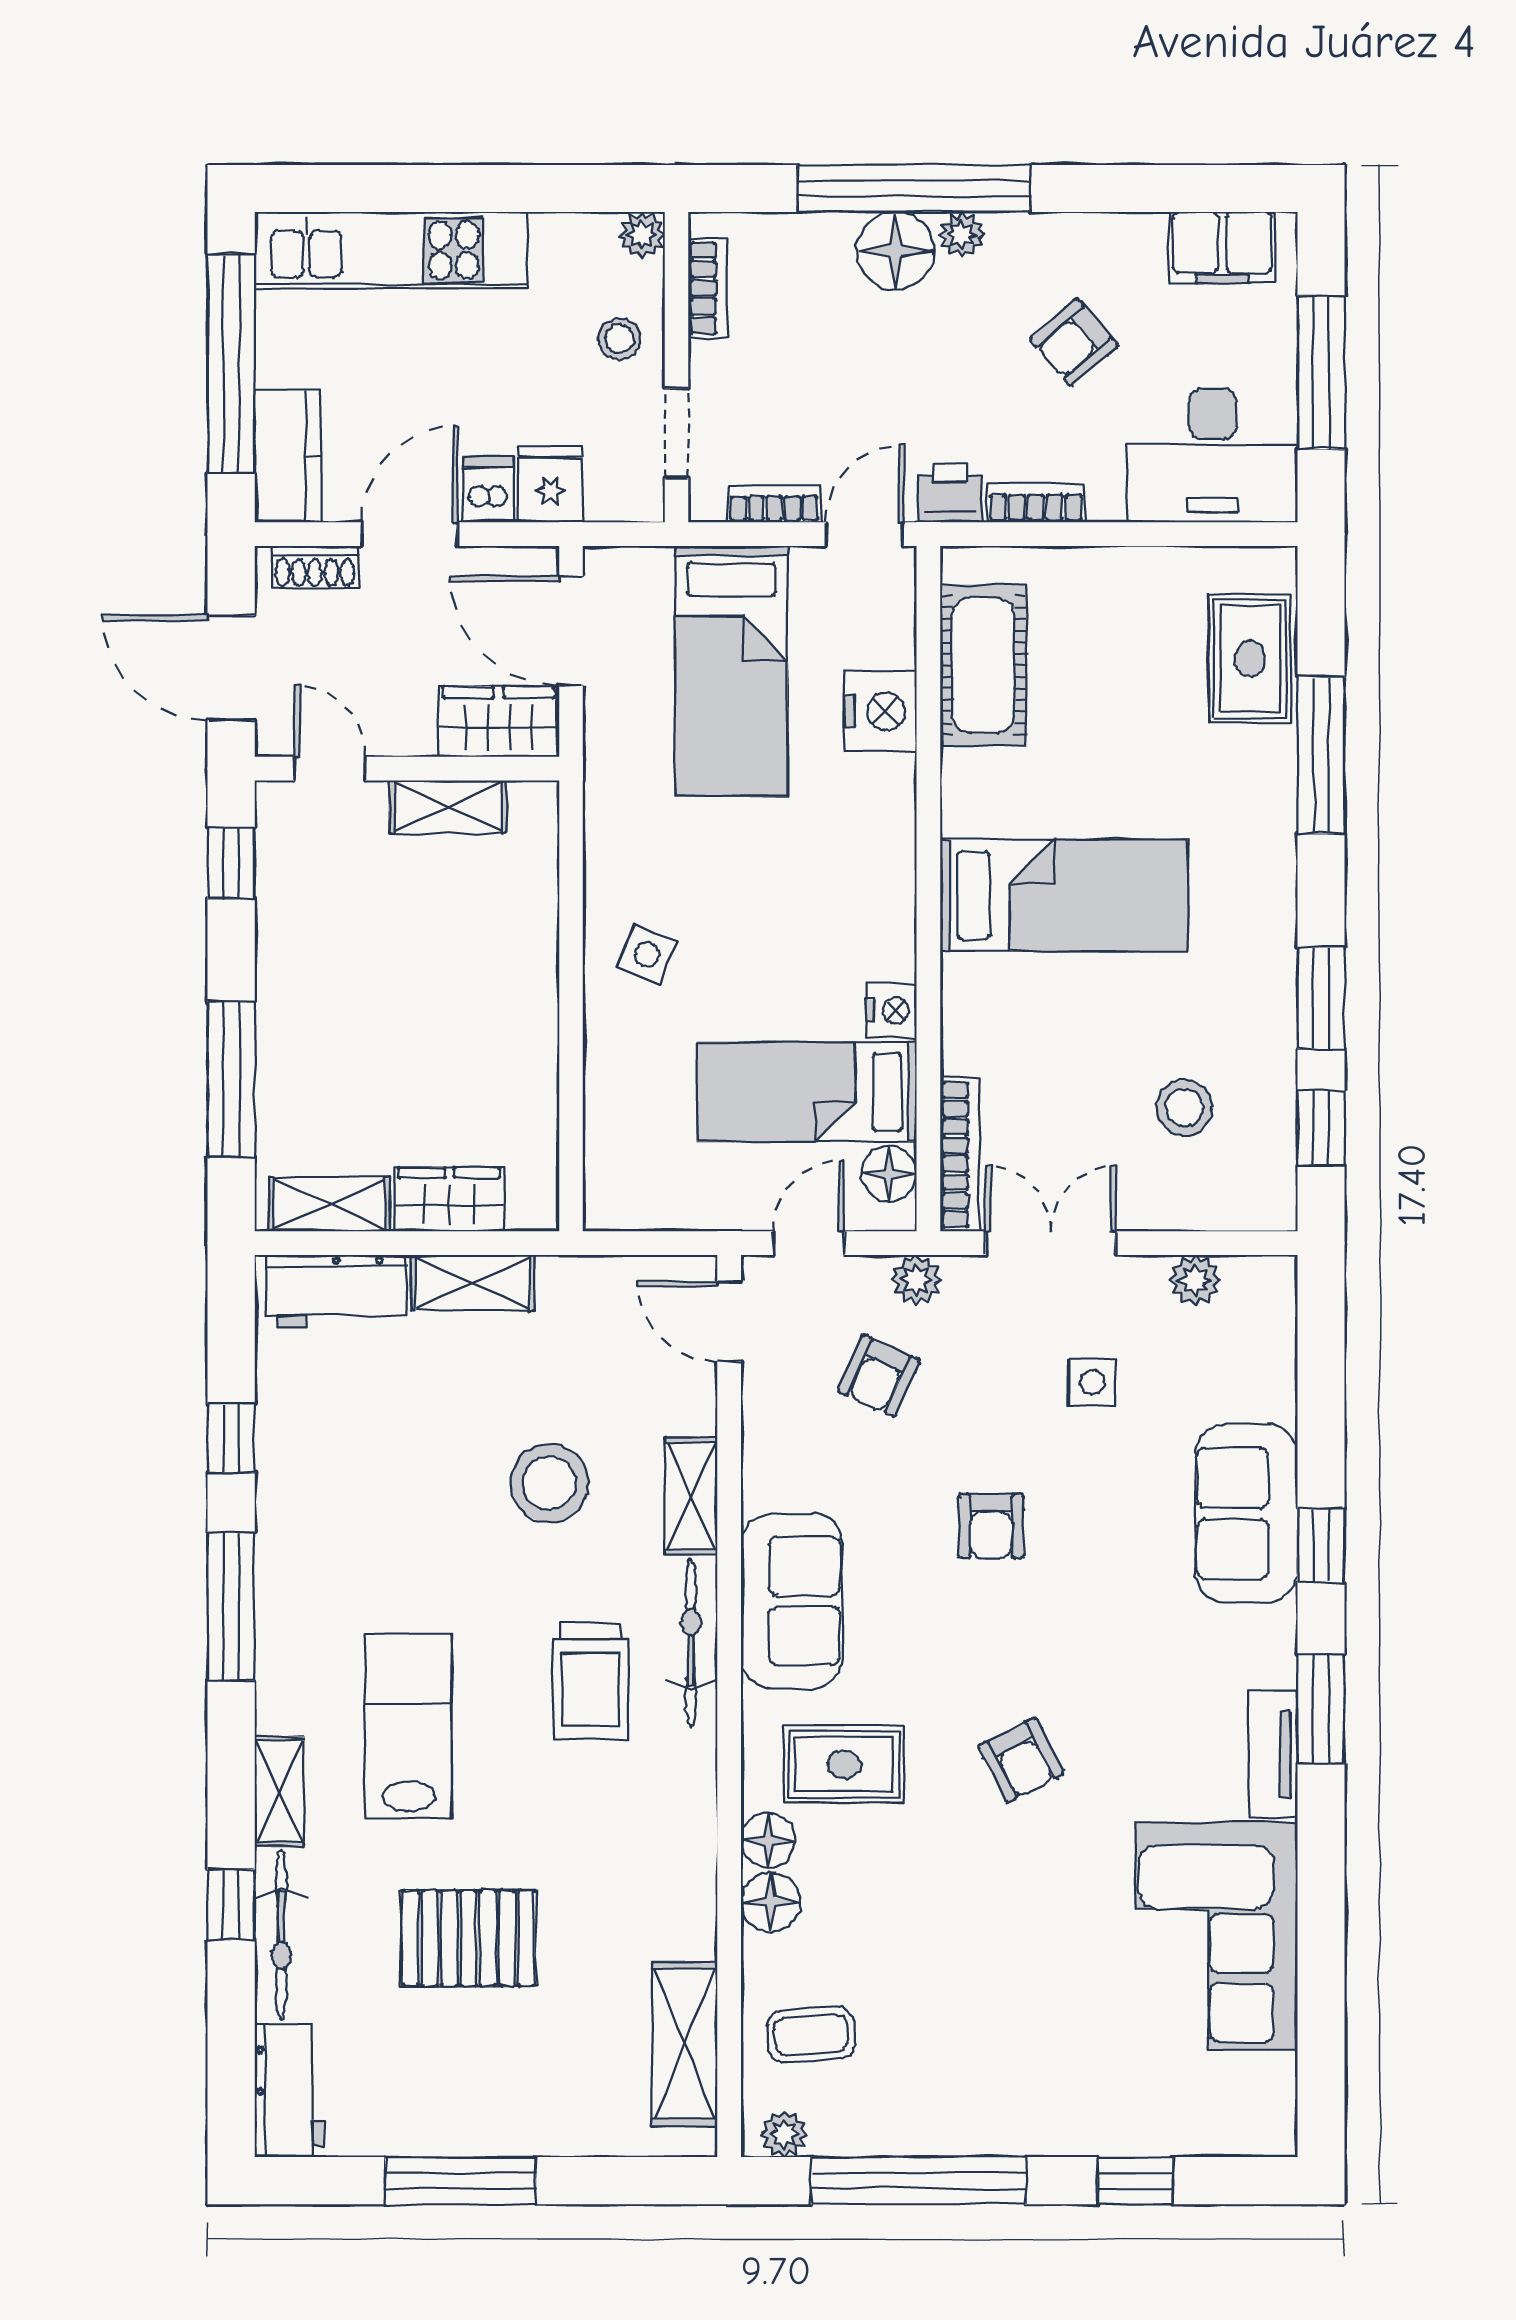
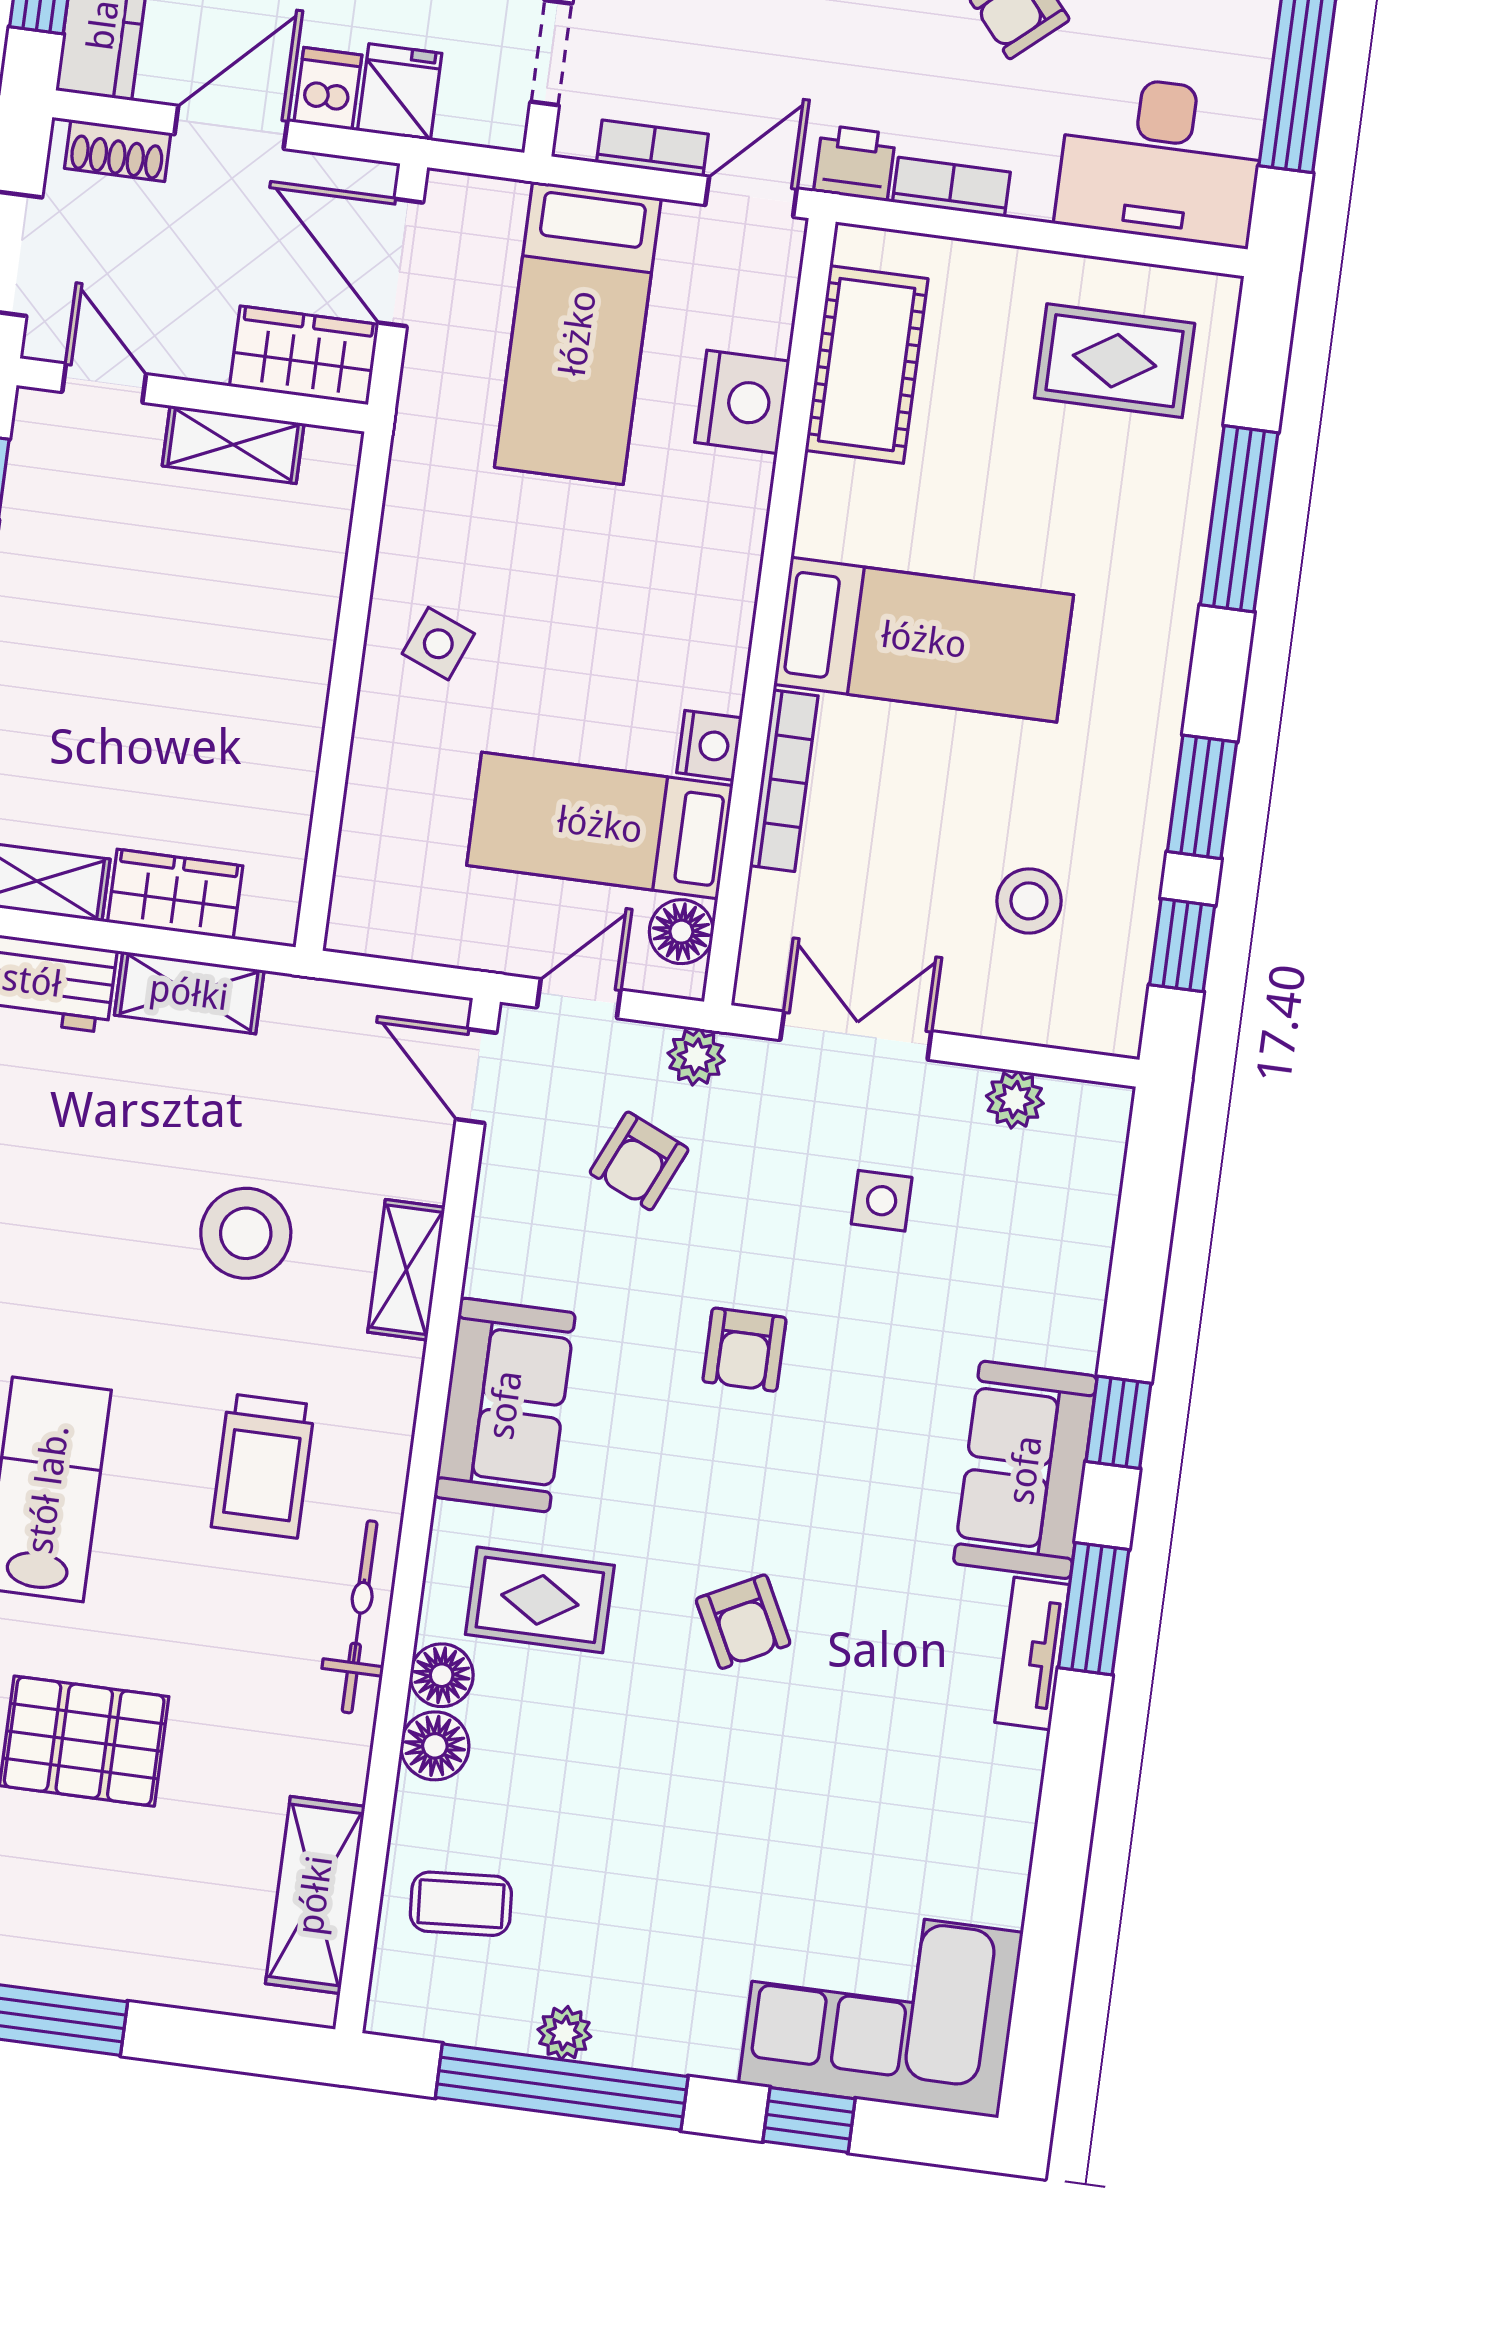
rug: (1250, 659) -> (1115, 361), moved, turned 90
bookcase: (960, 1155) -> (784, 781), moved
sofa: (1246, 1513) -> (1025, 1470), moved
bicycle: (691, 1643) -> (360, 1617), moved
corner sofa: (1216, 1936) -> (881, 2008), moved, turned 90
plant: (784, 2134) -> (564, 2033), moved

